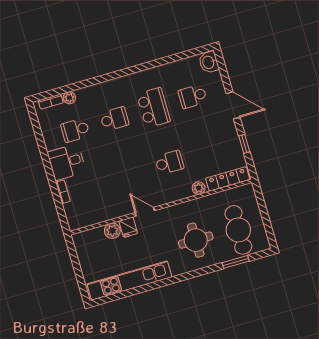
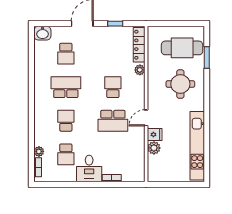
school desk: (130, 174) -> (113, 121), added

